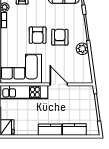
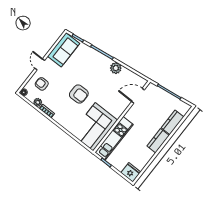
armchair: (60, 37) -> (94, 78), removed
door: (59, 84) -> (138, 96), moved

